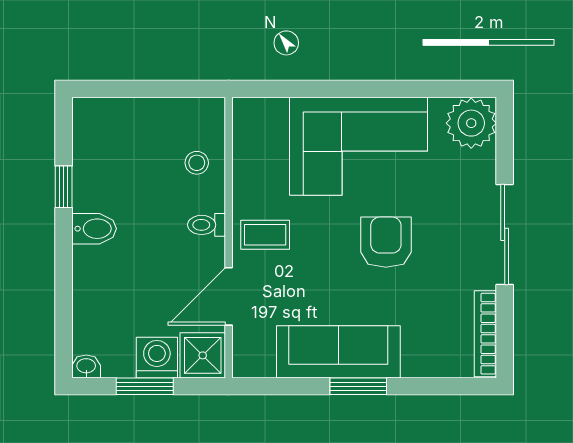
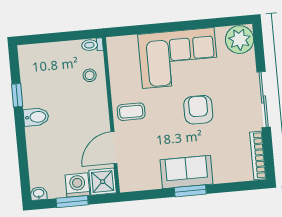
toilet: (207, 225) -> (92, 45), moved
sofa: (338, 352) -> (187, 172), width x0.73

